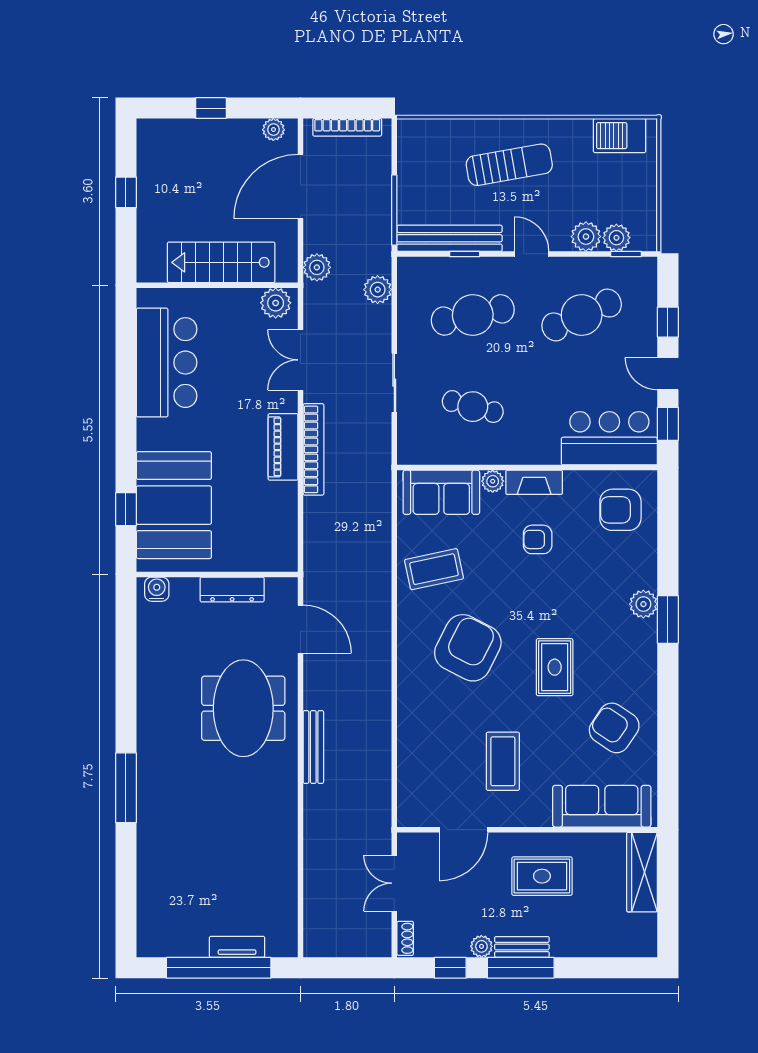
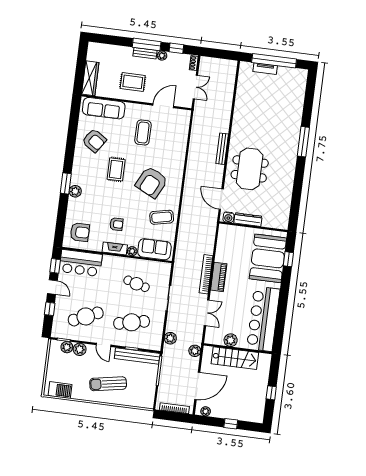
plant: (276, 303) -> (231, 340), moved
bar counter: (167, 363) -> (263, 319), width x1.36
water cooler: (157, 589) -> (228, 217), moved

